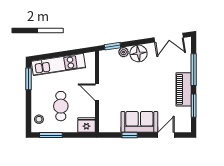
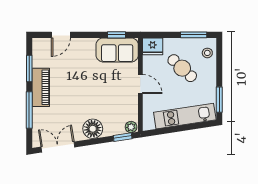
plant: (124, 52) -> (131, 127), moved
cafe table: (61, 106) -> (182, 68), turned -47
sofa: (139, 122) -> (117, 50), moved
window: (130, 135) -> (117, 35), moved

